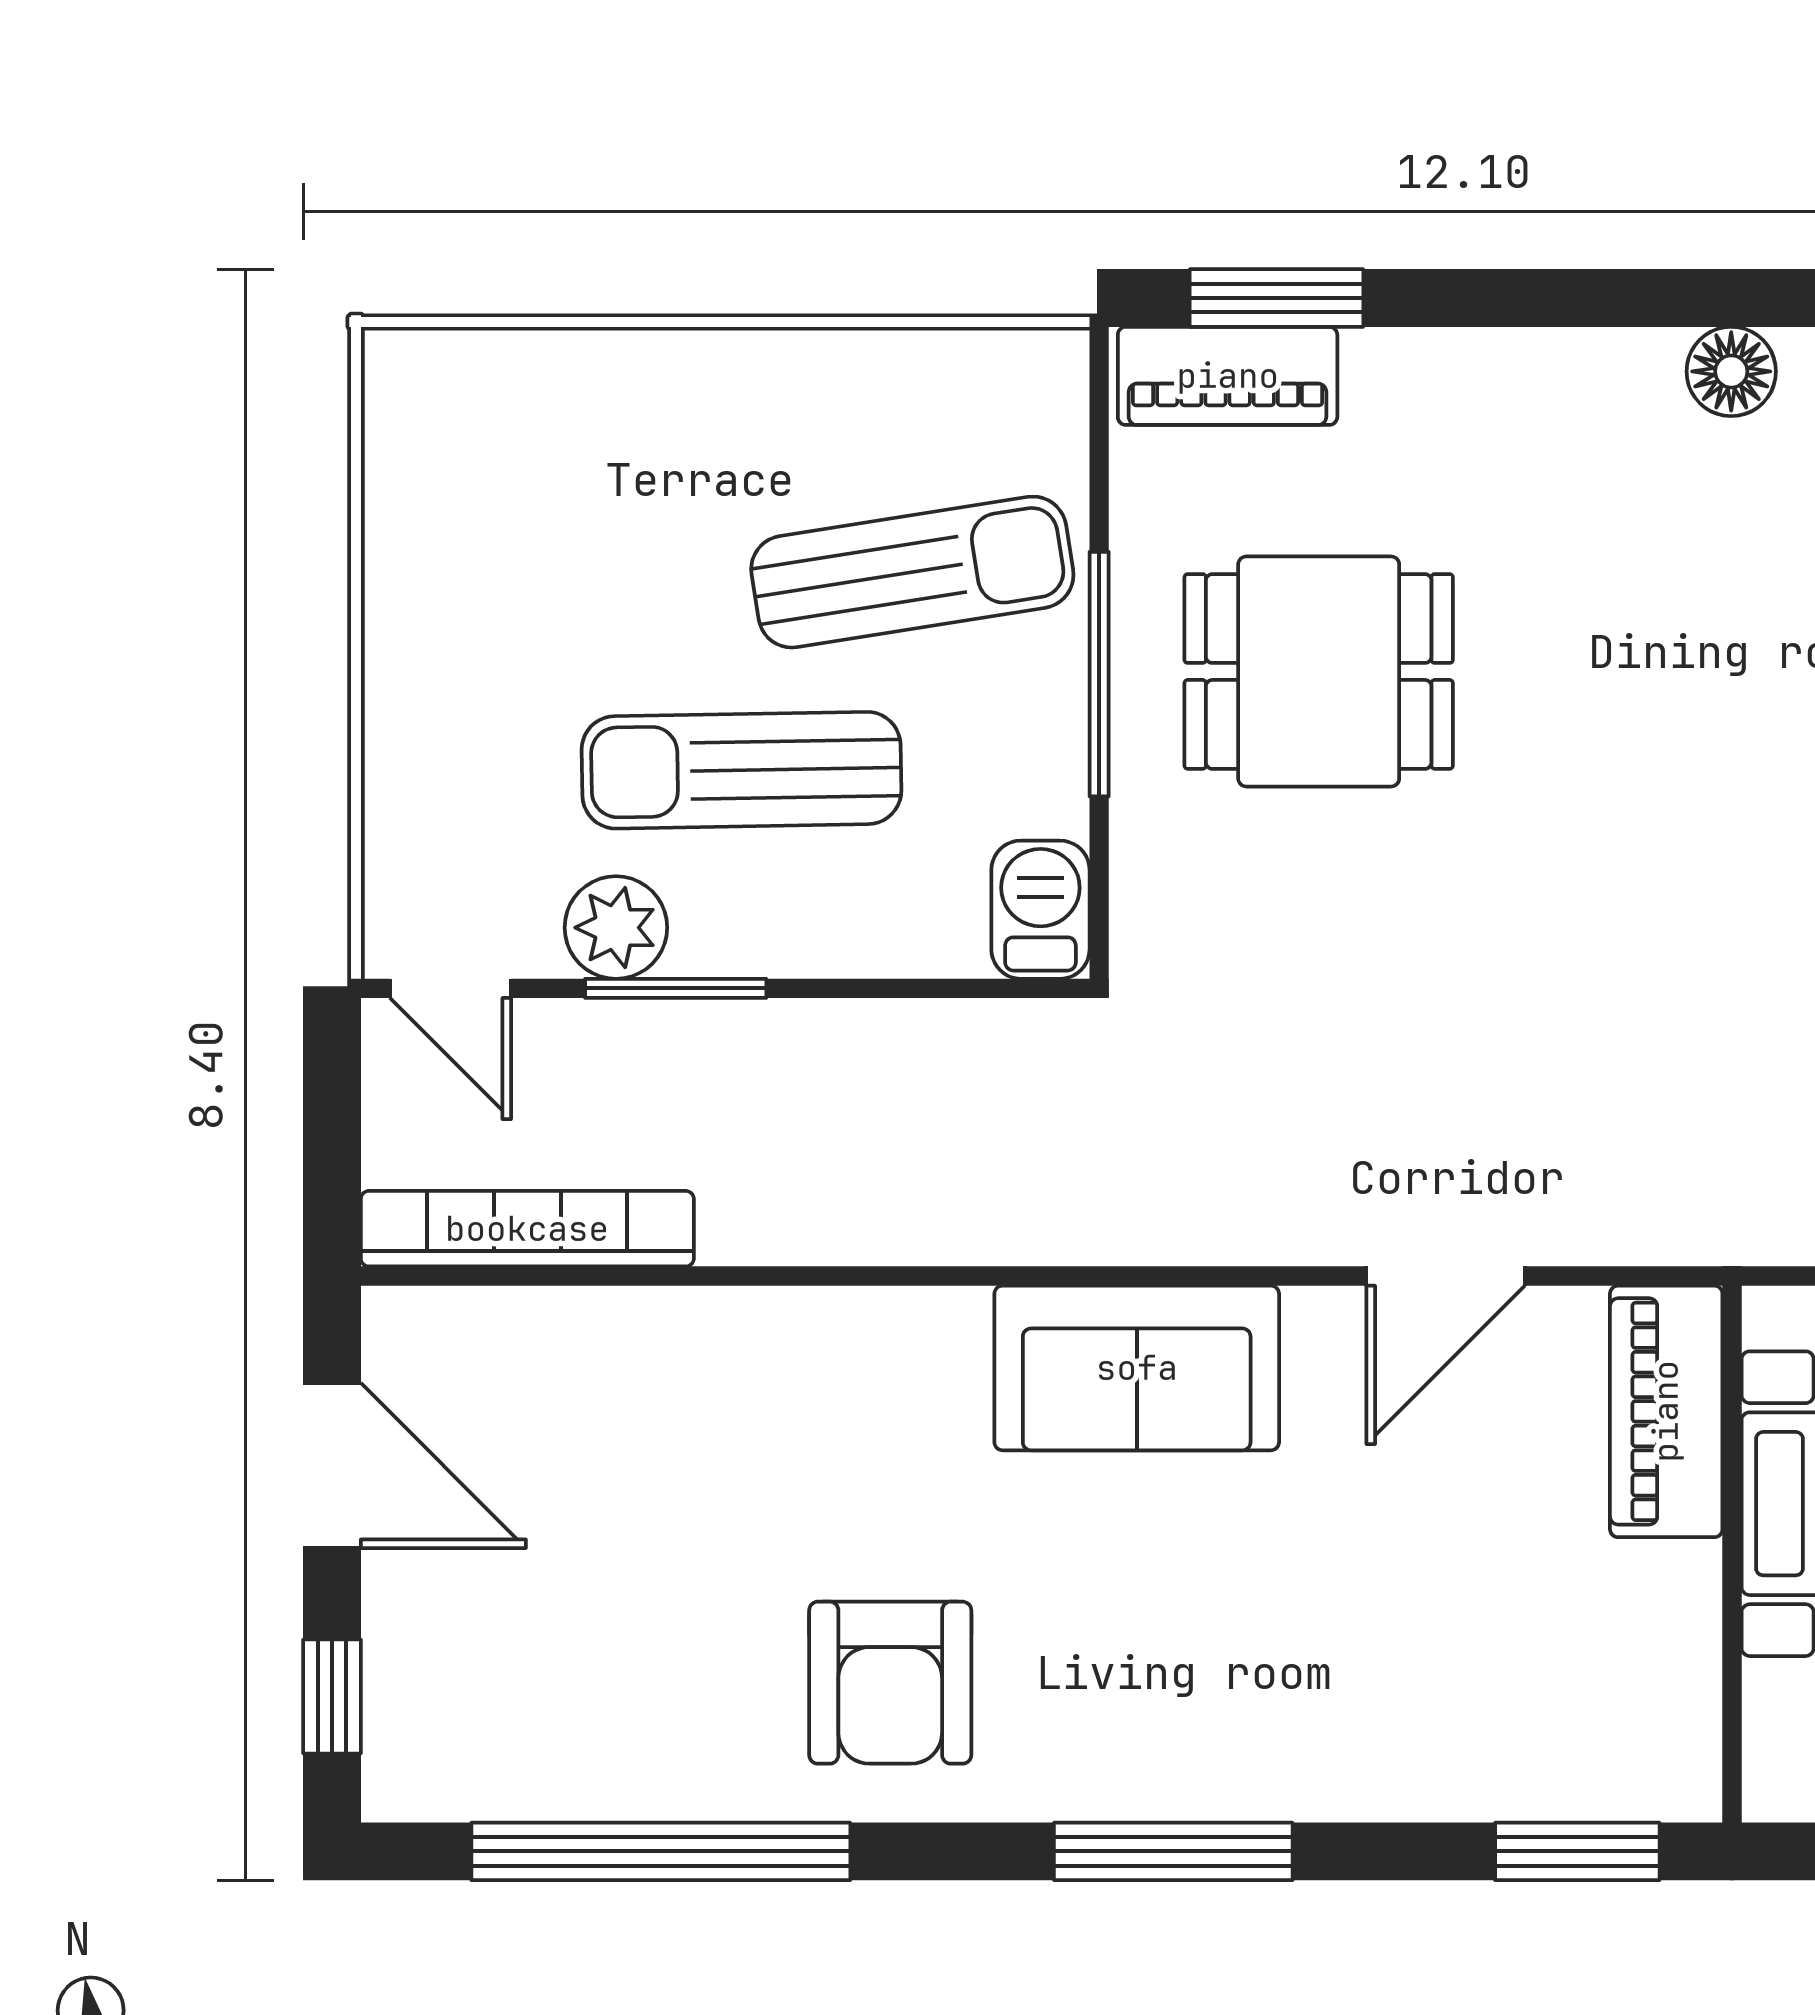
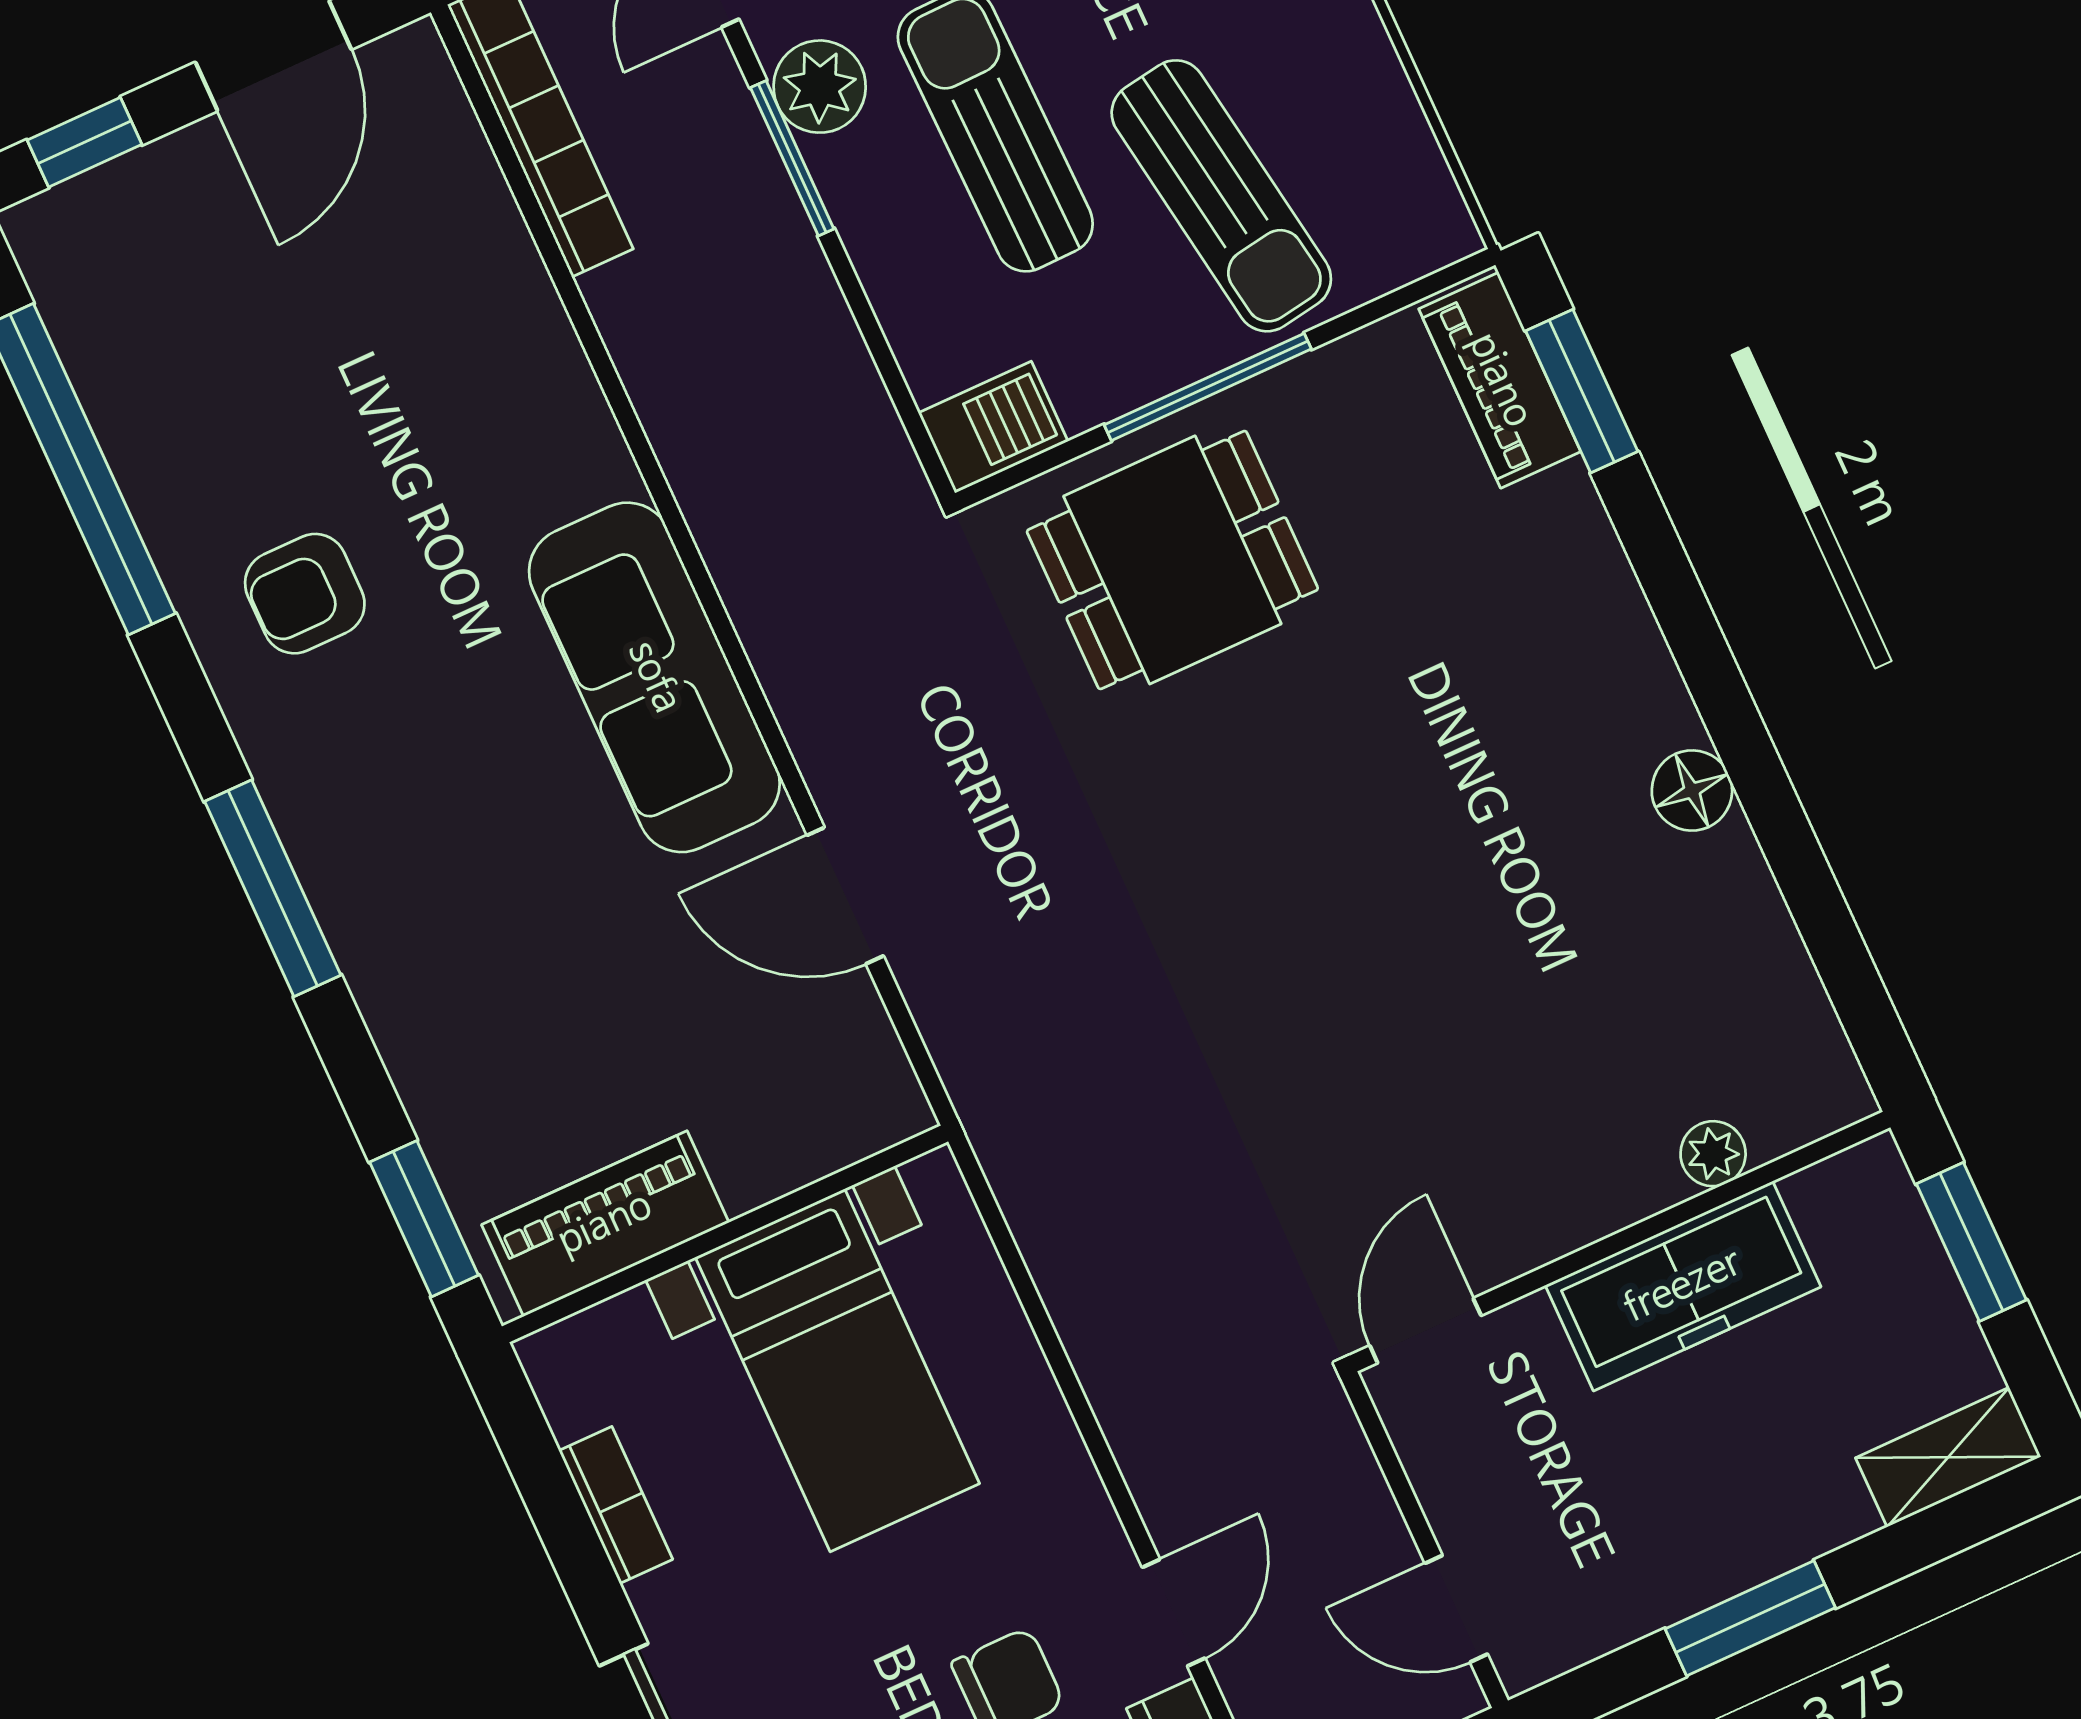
dining table: (1319, 671) -> (1172, 560), moved, turned 90
sofa: (1137, 1368) -> (654, 677), width x1.36
piano: (1666, 1411) -> (605, 1224), moved
armchair: (890, 1683) -> (305, 594), width x0.72, depth x0.72

